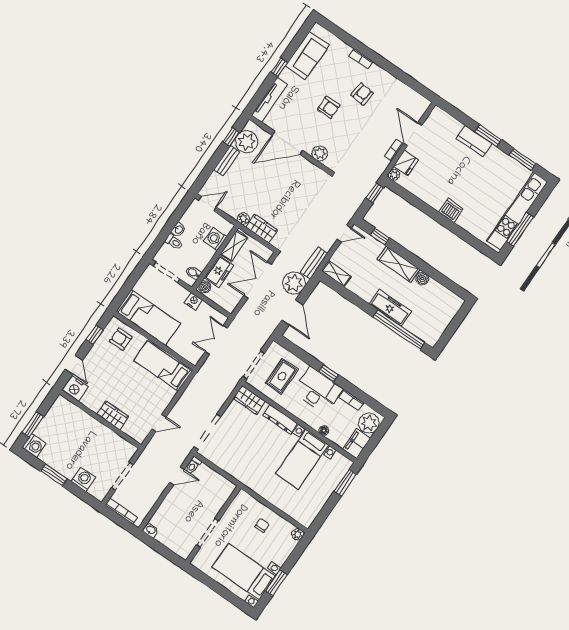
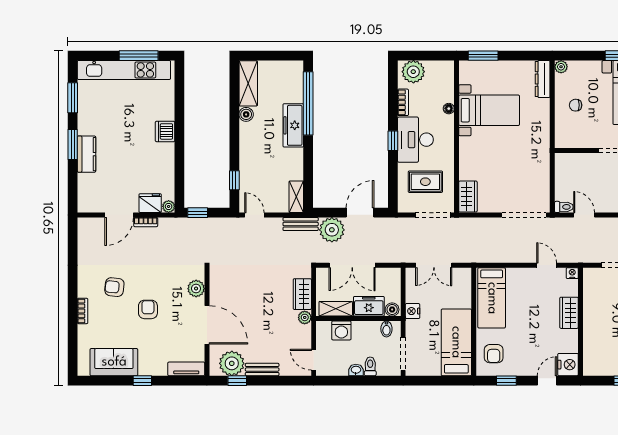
tv unit: (269, 100) -> (186, 369), width x0.71
shelving: (398, 264) -> (248, 83), moved
dresser: (280, 419) -> (543, 79), moved, turned 180
nightstand: (140, 438) -> (572, 273), added
filing cabinet: (357, 444) -> (440, 70), removed

